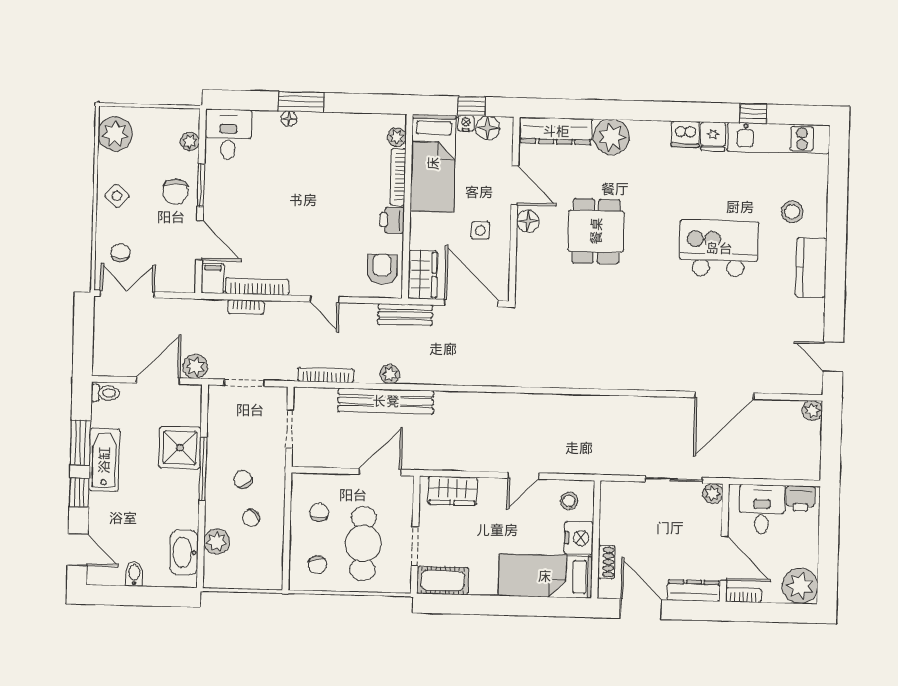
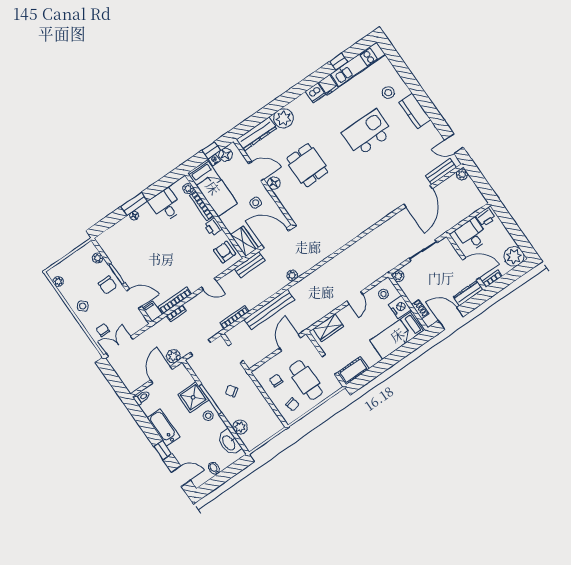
plant: (115, 134) -> (58, 281), width x0.53, depth x0.53
desk: (228, 134) -> (166, 205), moved
plant: (390, 374) -> (292, 275), moved
bench: (784, 384) -> (441, 172), added
window: (80, 443) -> (147, 428), removed
stool: (182, 491) -> (208, 416), added
plant: (713, 493) -> (398, 276), moved
chair: (251, 518) -> (248, 405), removed

